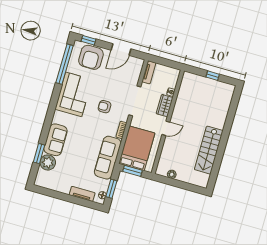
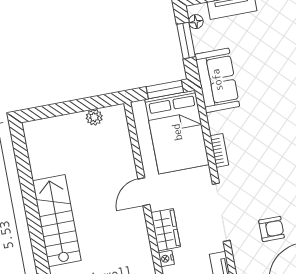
armchair: (105, 107) -> (272, 229), moved
stairs: (209, 150) -> (57, 221), moved
sofa: (108, 158) -> (217, 80), width x0.73

